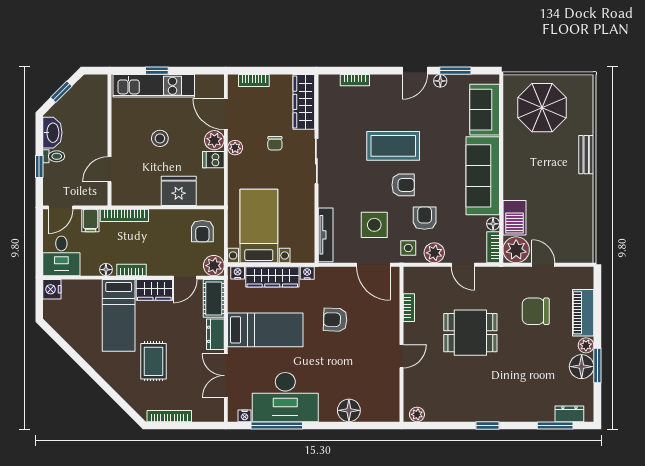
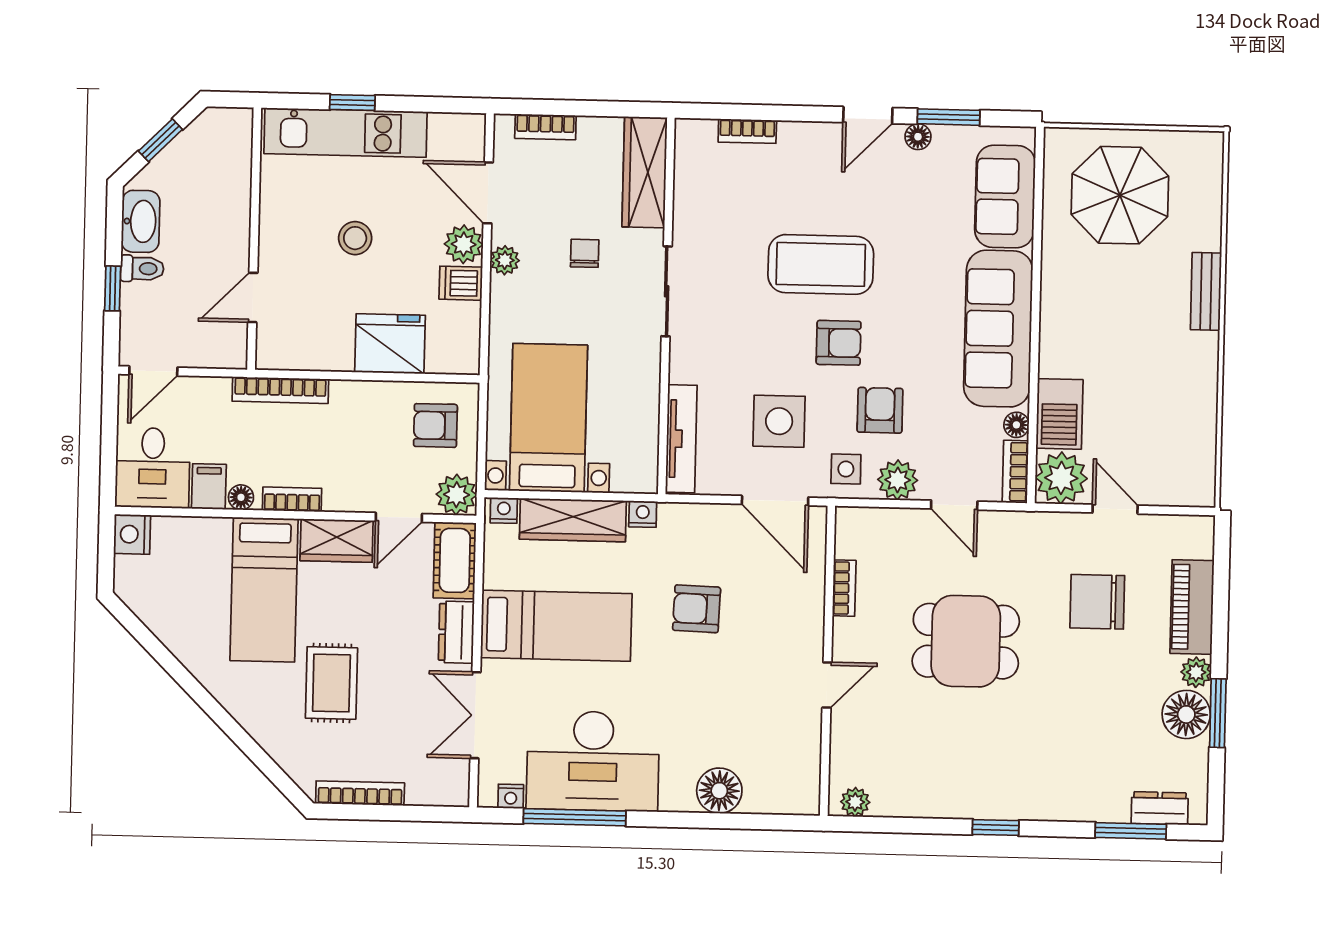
chair: (275, 143) -> (585, 253), turned 180
filing cabinet: (90, 221) -> (209, 487), moved, turned 180
armchair: (202, 231) -> (435, 425), turned 90

